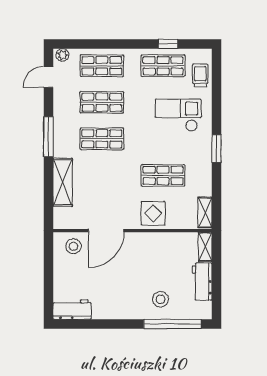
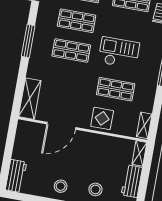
checkout: (178, 115) -> (119, 53), moved
shelving: (63, 182) -> (30, 99), moved
stool: (73, 246) -> (61, 186), moved
workbench: (72, 309) -> (16, 176), moved, turned 90

